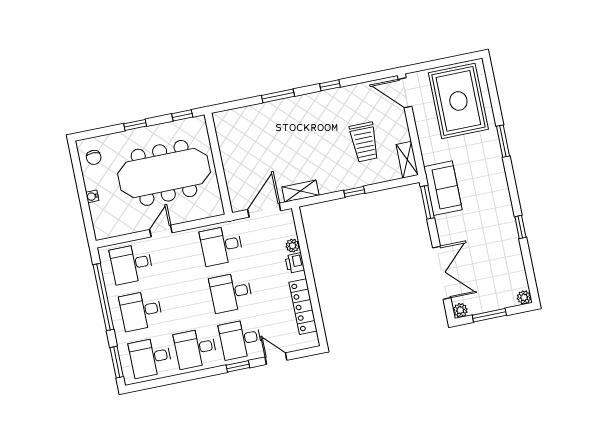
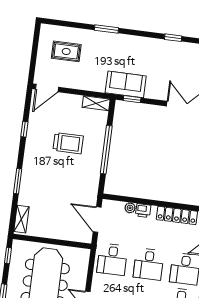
window: (330, 85) -> (24, 129), moved
rug: (458, 101) -> (66, 51), width x0.54, depth x0.49
trolley: (364, 142) -> (68, 143), moved
shelving: (300, 191) -> (21, 219), moved
window: (354, 192) -> (106, 150), width x3.17
window: (427, 202) -> (132, 99), width x0.67

